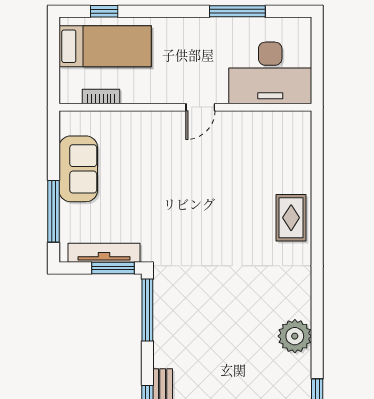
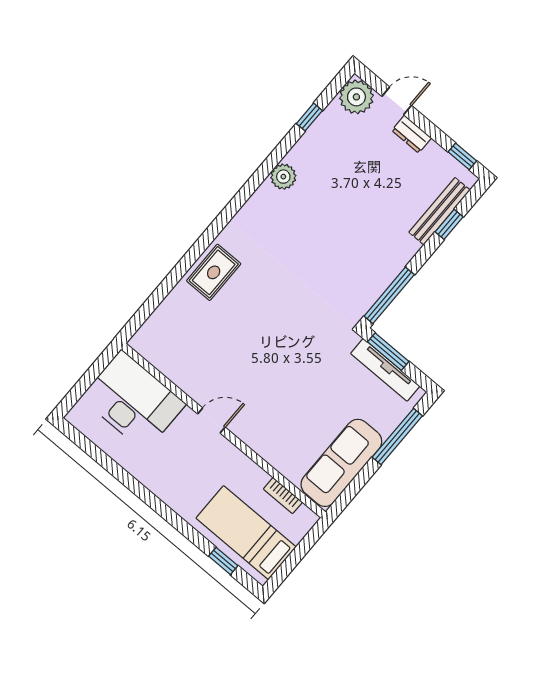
window: (237, 11) -> (118, 472), removed
sofa: (78, 169) -> (341, 463), width x1.36
plant: (295, 336) -> (283, 177), width x0.73, depth x0.73

